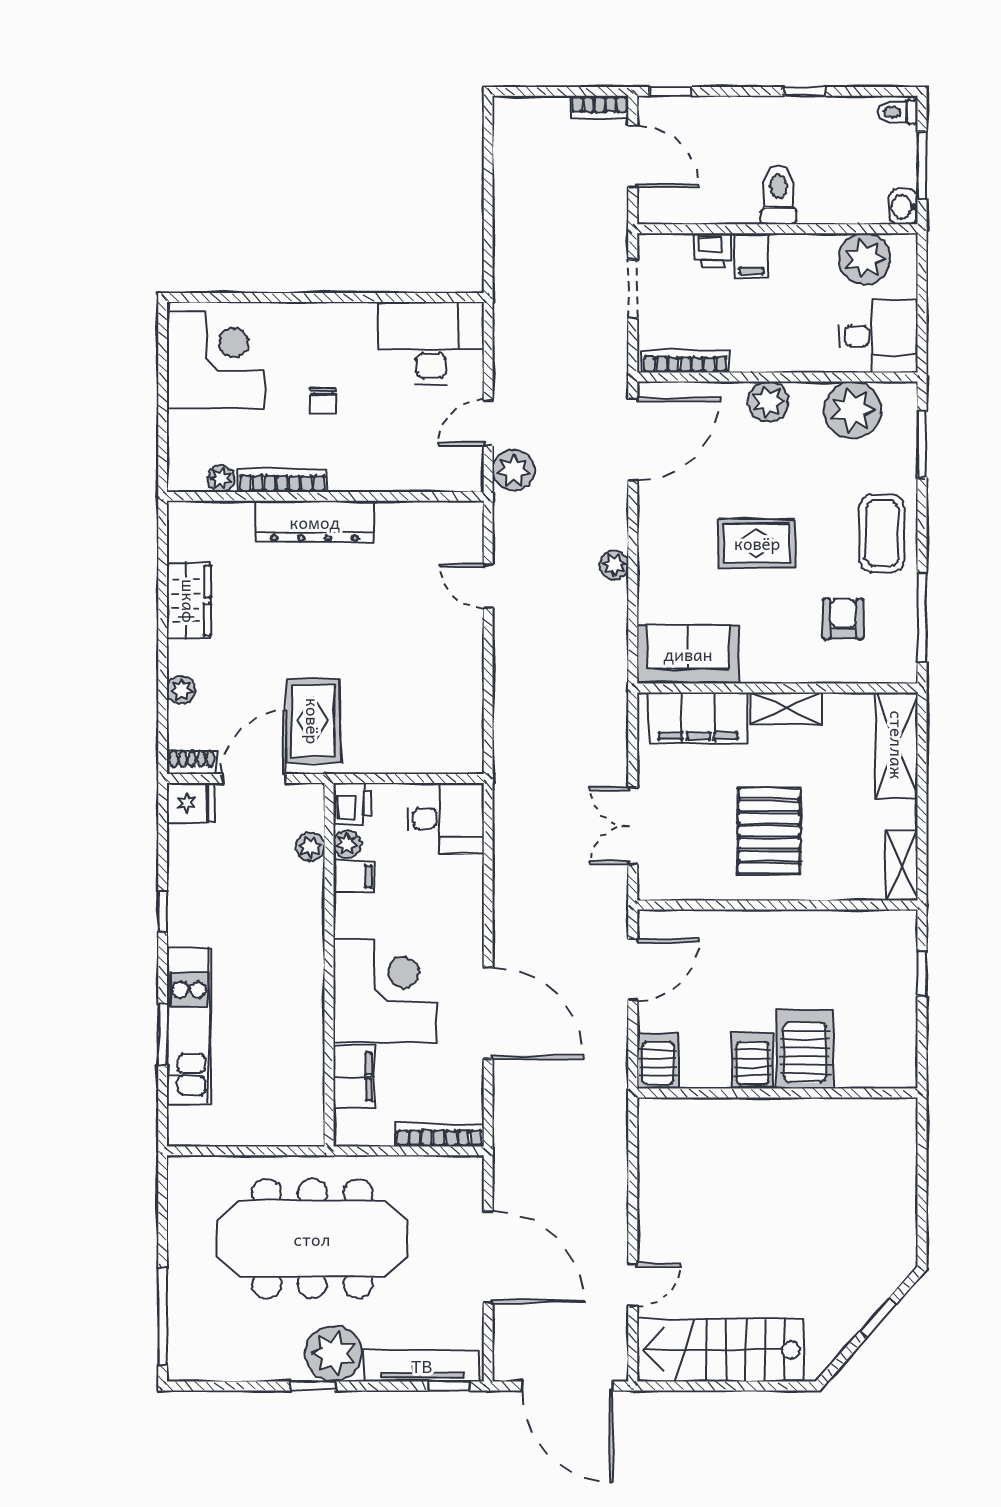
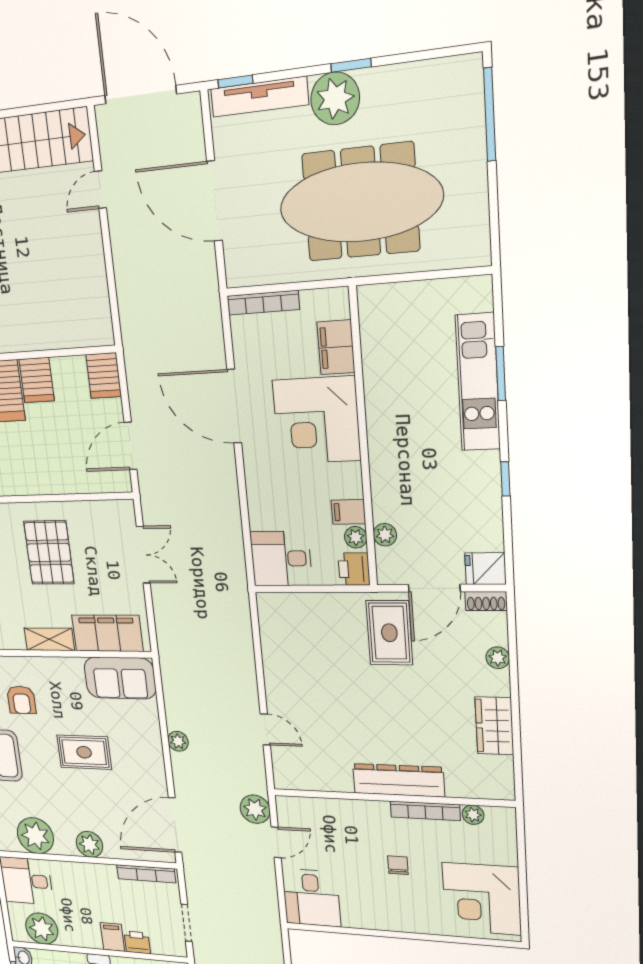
desk: (431, 343) -> (311, 898), width x0.73

